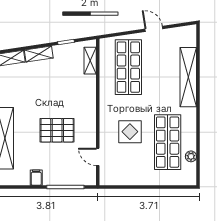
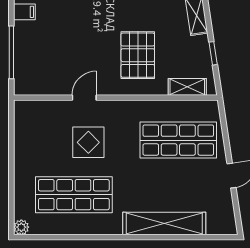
pallet: (57, 130) -> (138, 55), moved
plant: (191, 156) -> (21, 227), moved
door: (98, 157) -> (84, 98), moved

